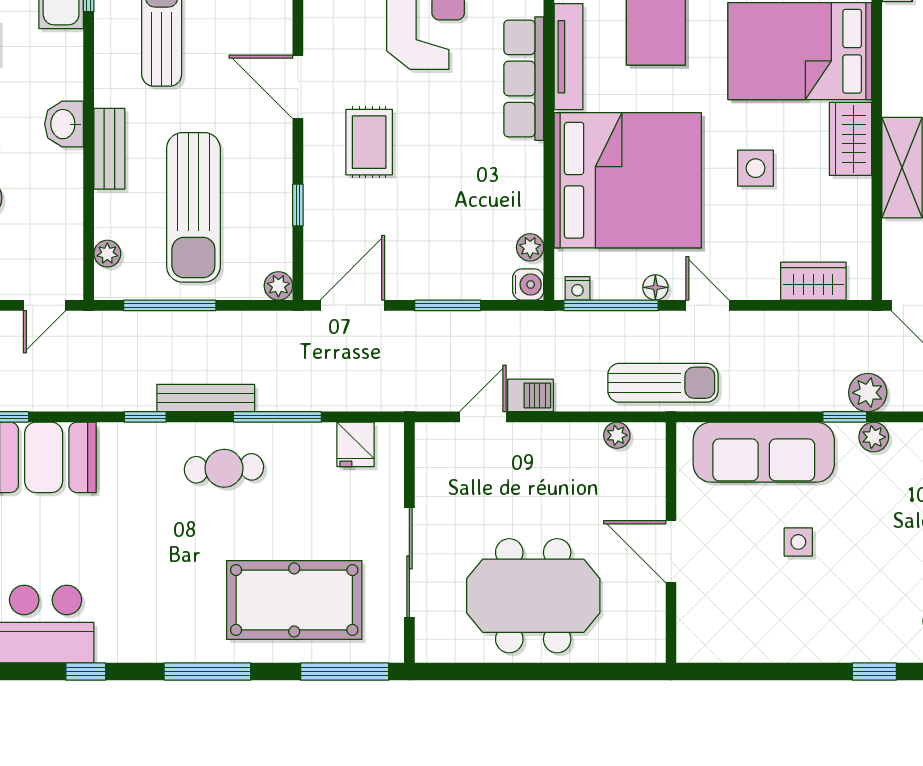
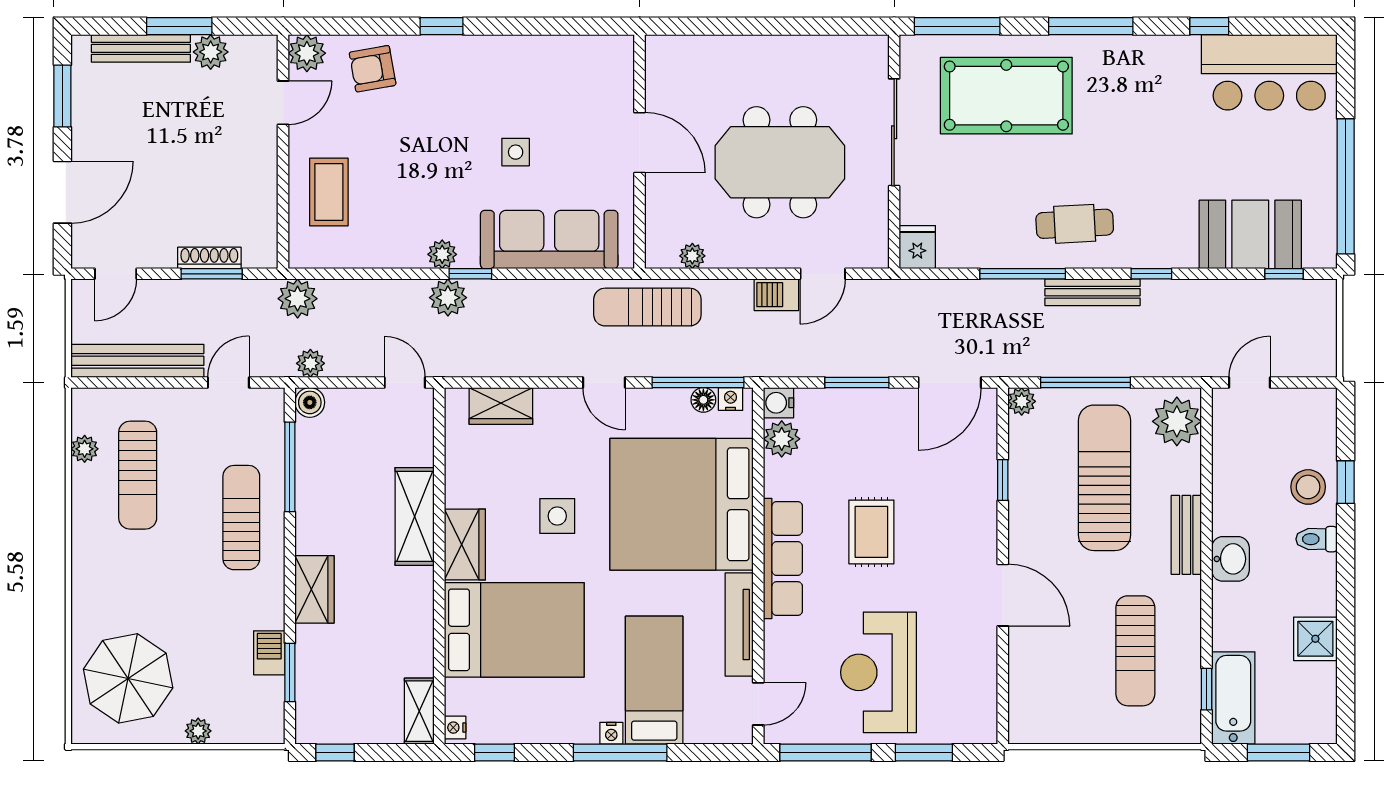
row of seats: (524, 79) -> (783, 559), moved
rug: (369, 142) -> (871, 532), moved
plant: (530, 247) -> (782, 439), width x1.38, depth x1.38
plant: (107, 254) -> (1177, 421), width x1.88, depth x1.88
floor lamp: (655, 287) -> (703, 400), moved
window: (170, 305) -> (1086, 382), moved
fridge: (356, 444) -> (917, 247), moved
meeting table: (533, 596) -> (780, 162), moved

